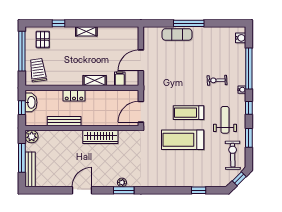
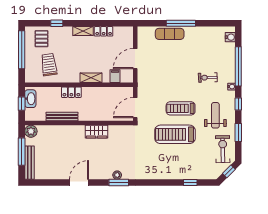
locker: (108, 32) -> (104, 31), added
trolley: (38, 70) -> (49, 65), moved
wardrobe: (100, 137) -> (97, 132), width x0.67

